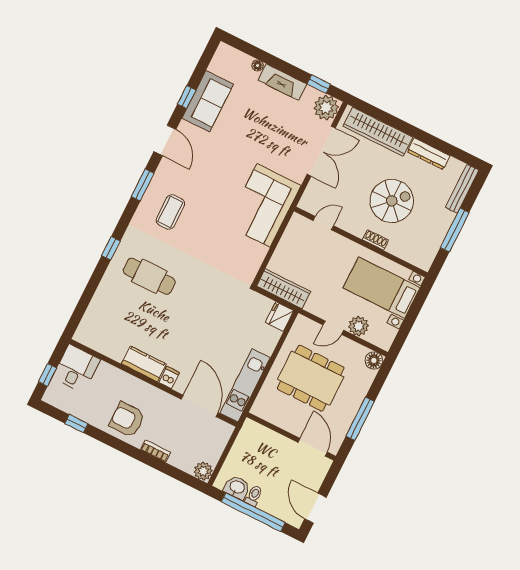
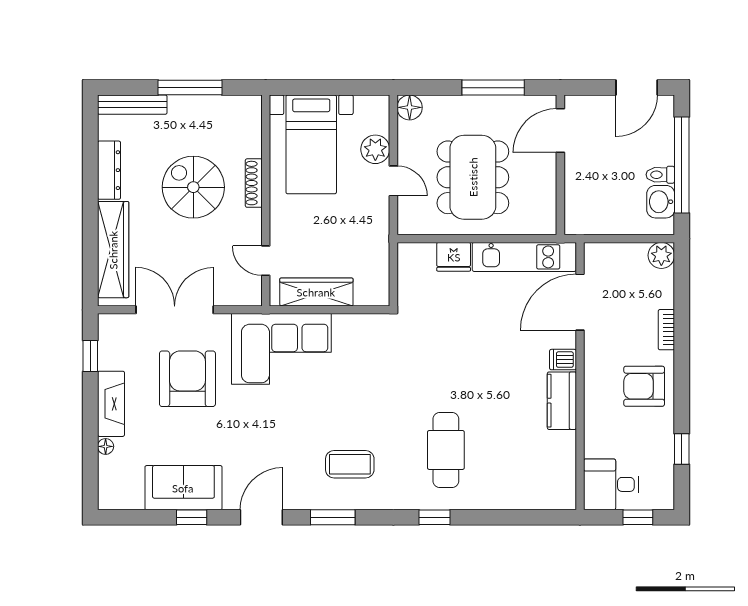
plant: (326, 108) -> (116, 331), removed
armchair: (274, 138) -> (187, 379), added
shoe rack: (375, 240) -> (254, 183), width x1.43
wardrobe: (284, 289) -> (316, 292), moved, turned 90
fridge: (280, 317) -> (454, 257), moved
armchair: (127, 420) -> (644, 386), turned 90

